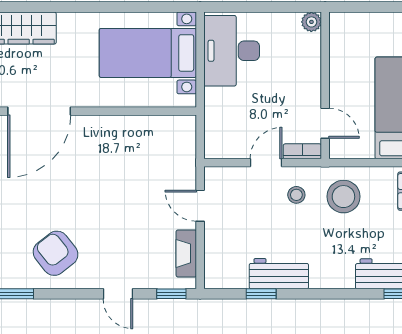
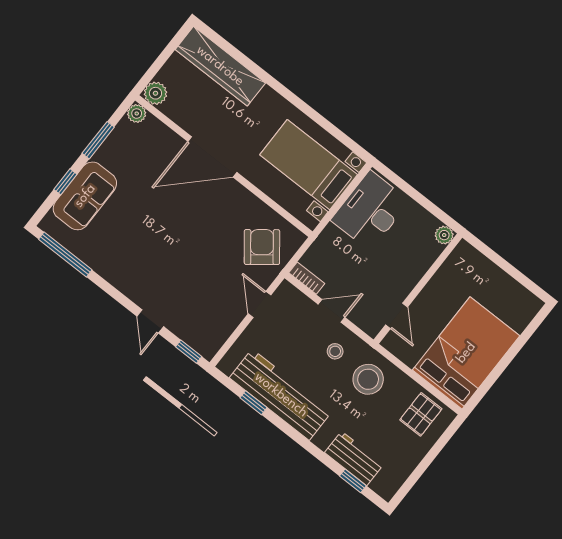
door: (39, 111) -> (212, 157), moved
bookcase: (302, 151) -> (307, 278), moved
armchair: (56, 253) -> (262, 247), moved
fireplace: (186, 253) -> (222, 331), removed
workbench: (279, 274) -> (281, 395), width x1.88, depth x1.32

